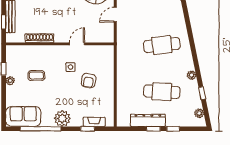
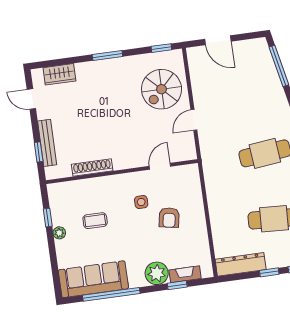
door: (77, 44) -> (160, 166), moved
sofa: (23, 116) -> (93, 279), width x1.36
plant: (62, 118) -> (157, 273), moved
dresser: (148, 120) -> (241, 264), moved

